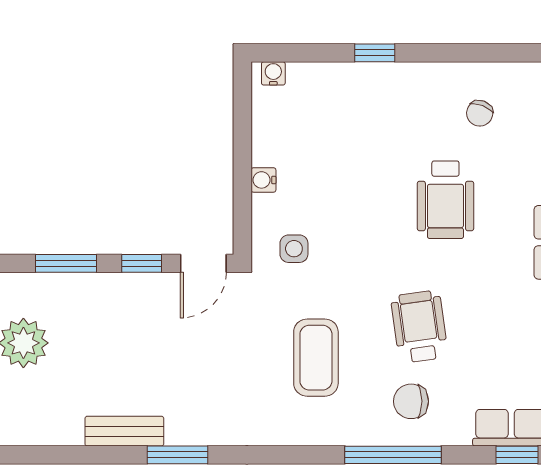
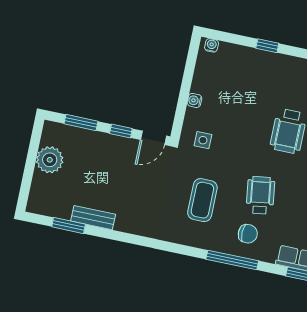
chair: (411, 401) -> (248, 234), turned 180
window: (178, 455) -> (69, 225), moved

